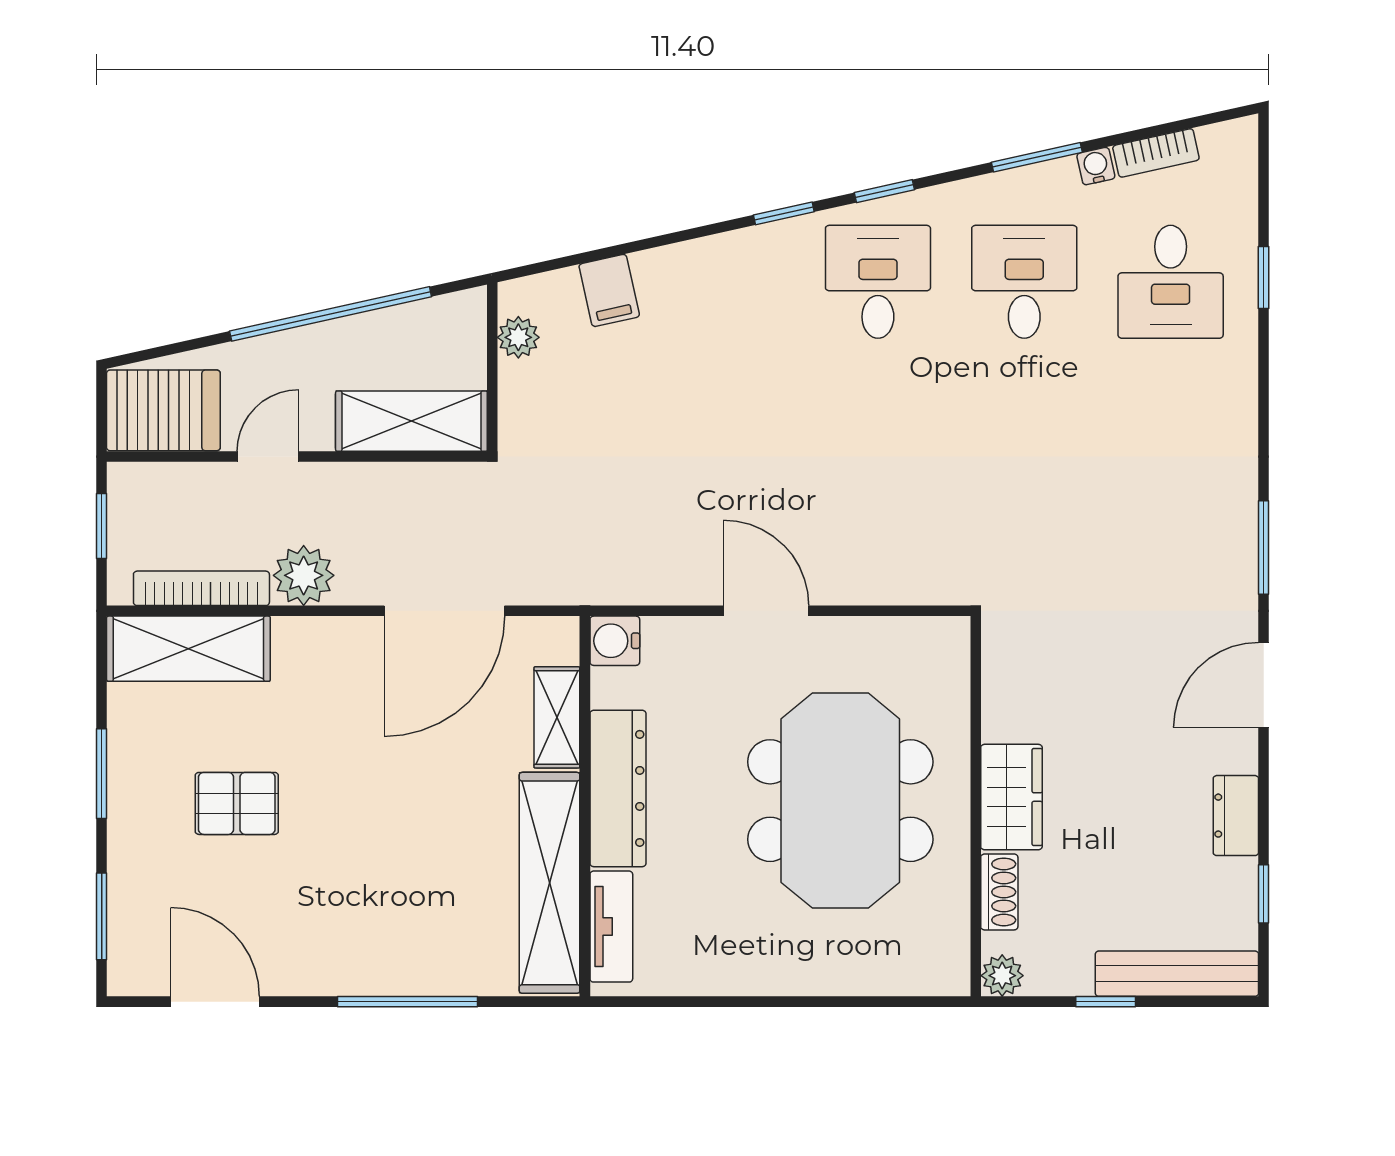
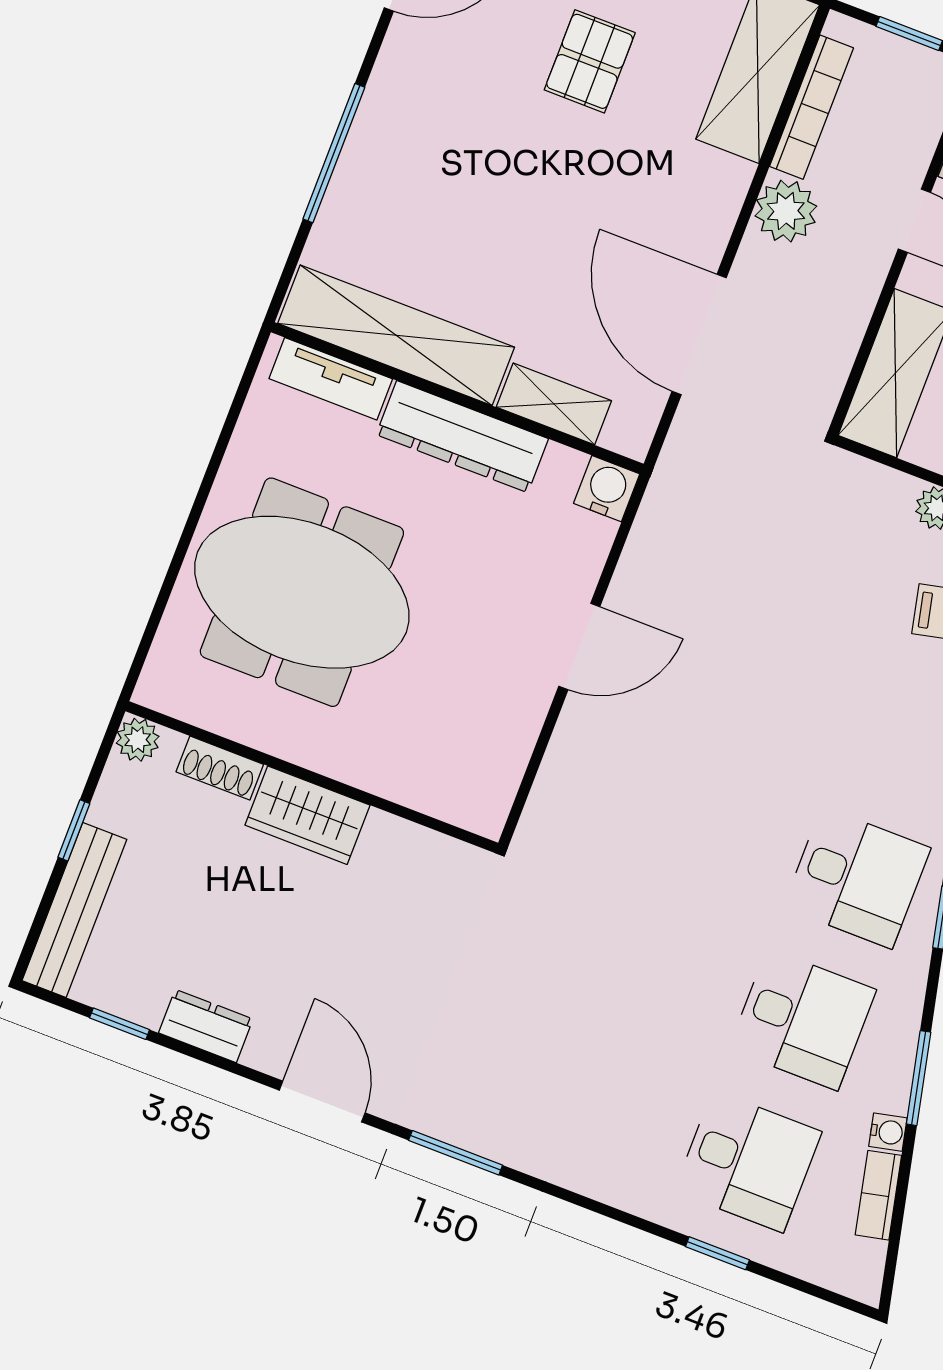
desk: (1171, 282) -> (748, 1161), turned 180
meeting table: (840, 801) -> (302, 592), moved

